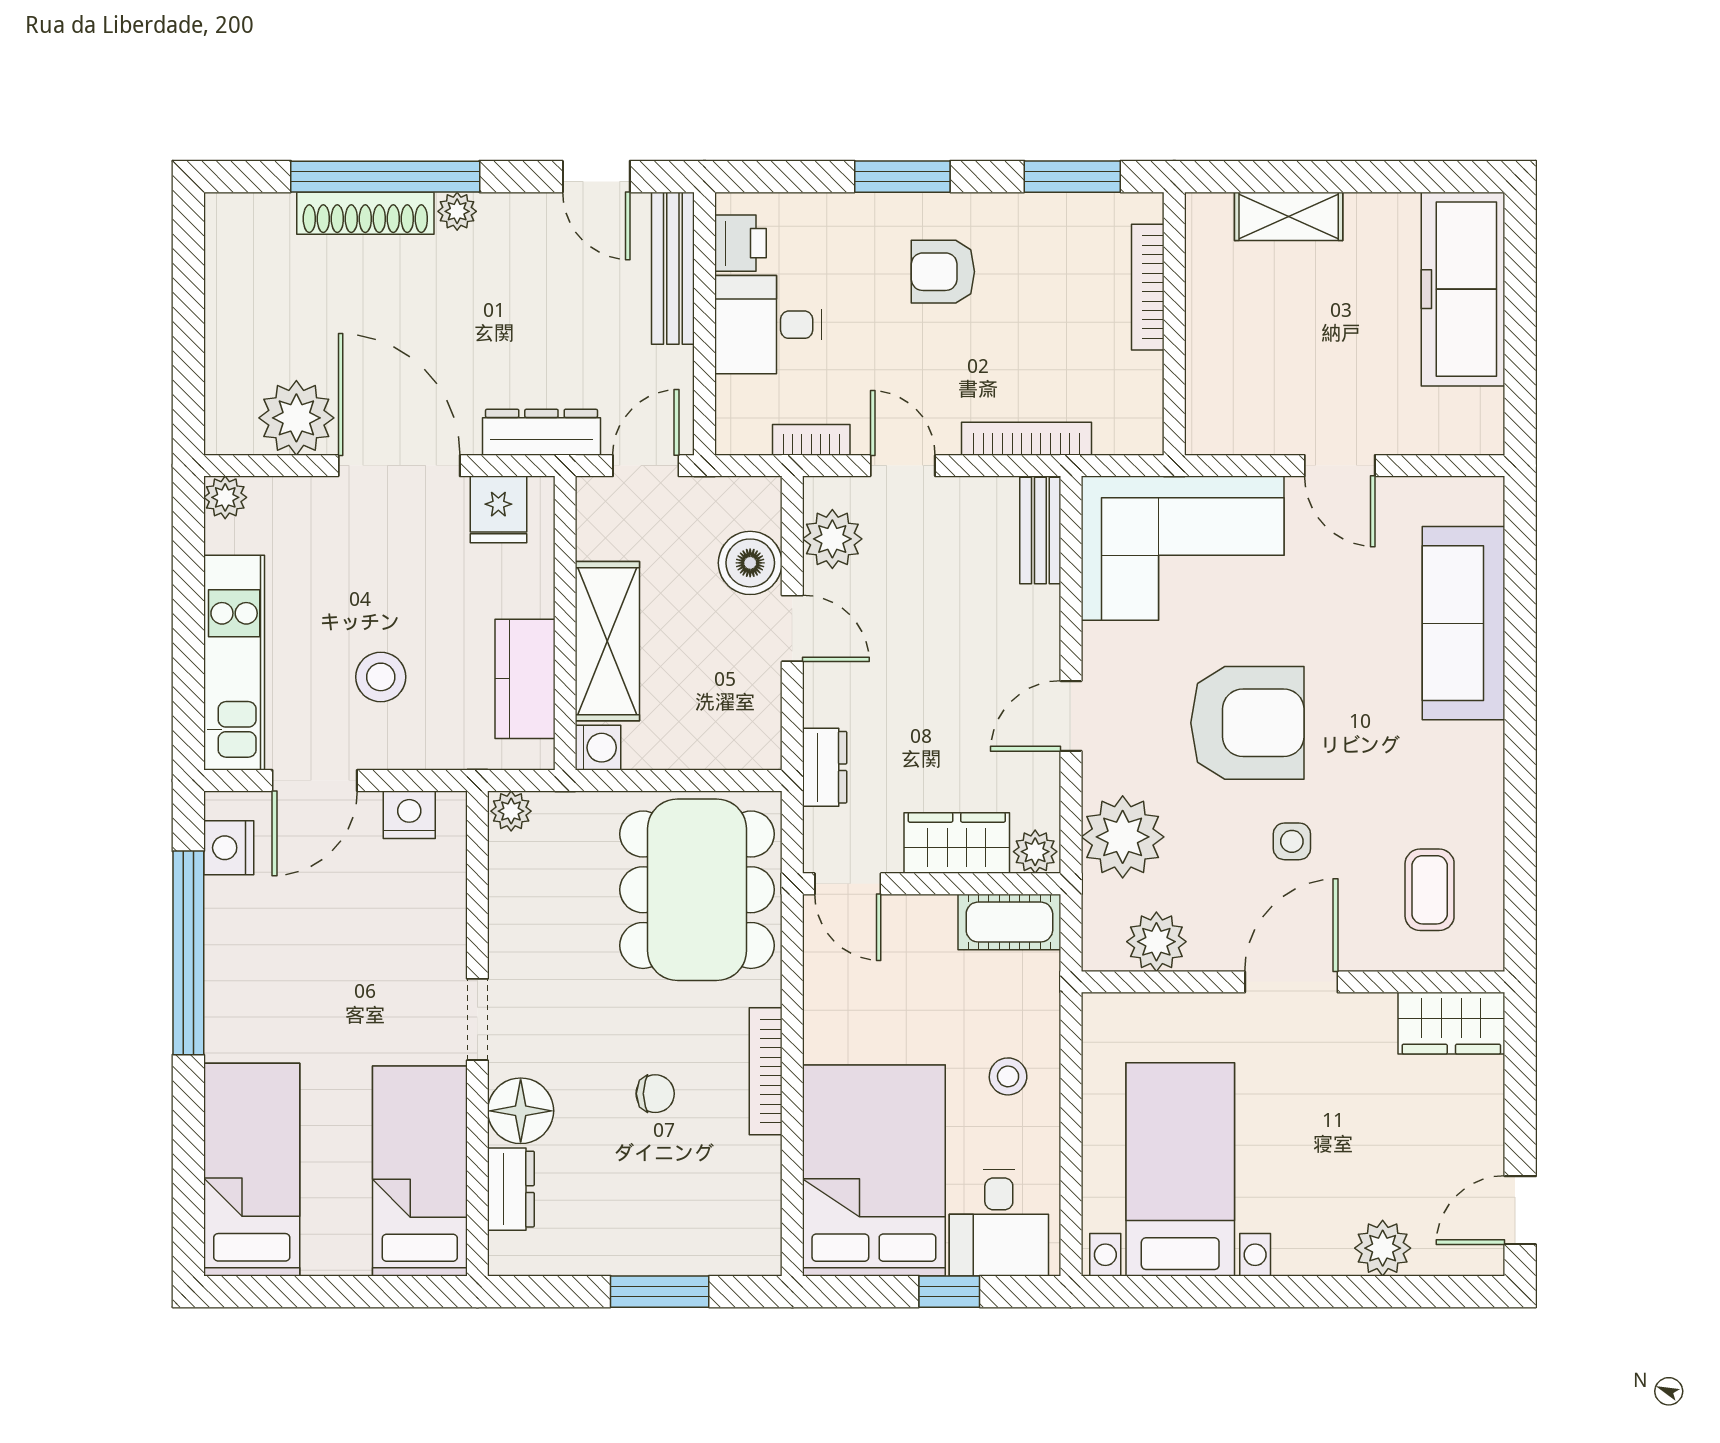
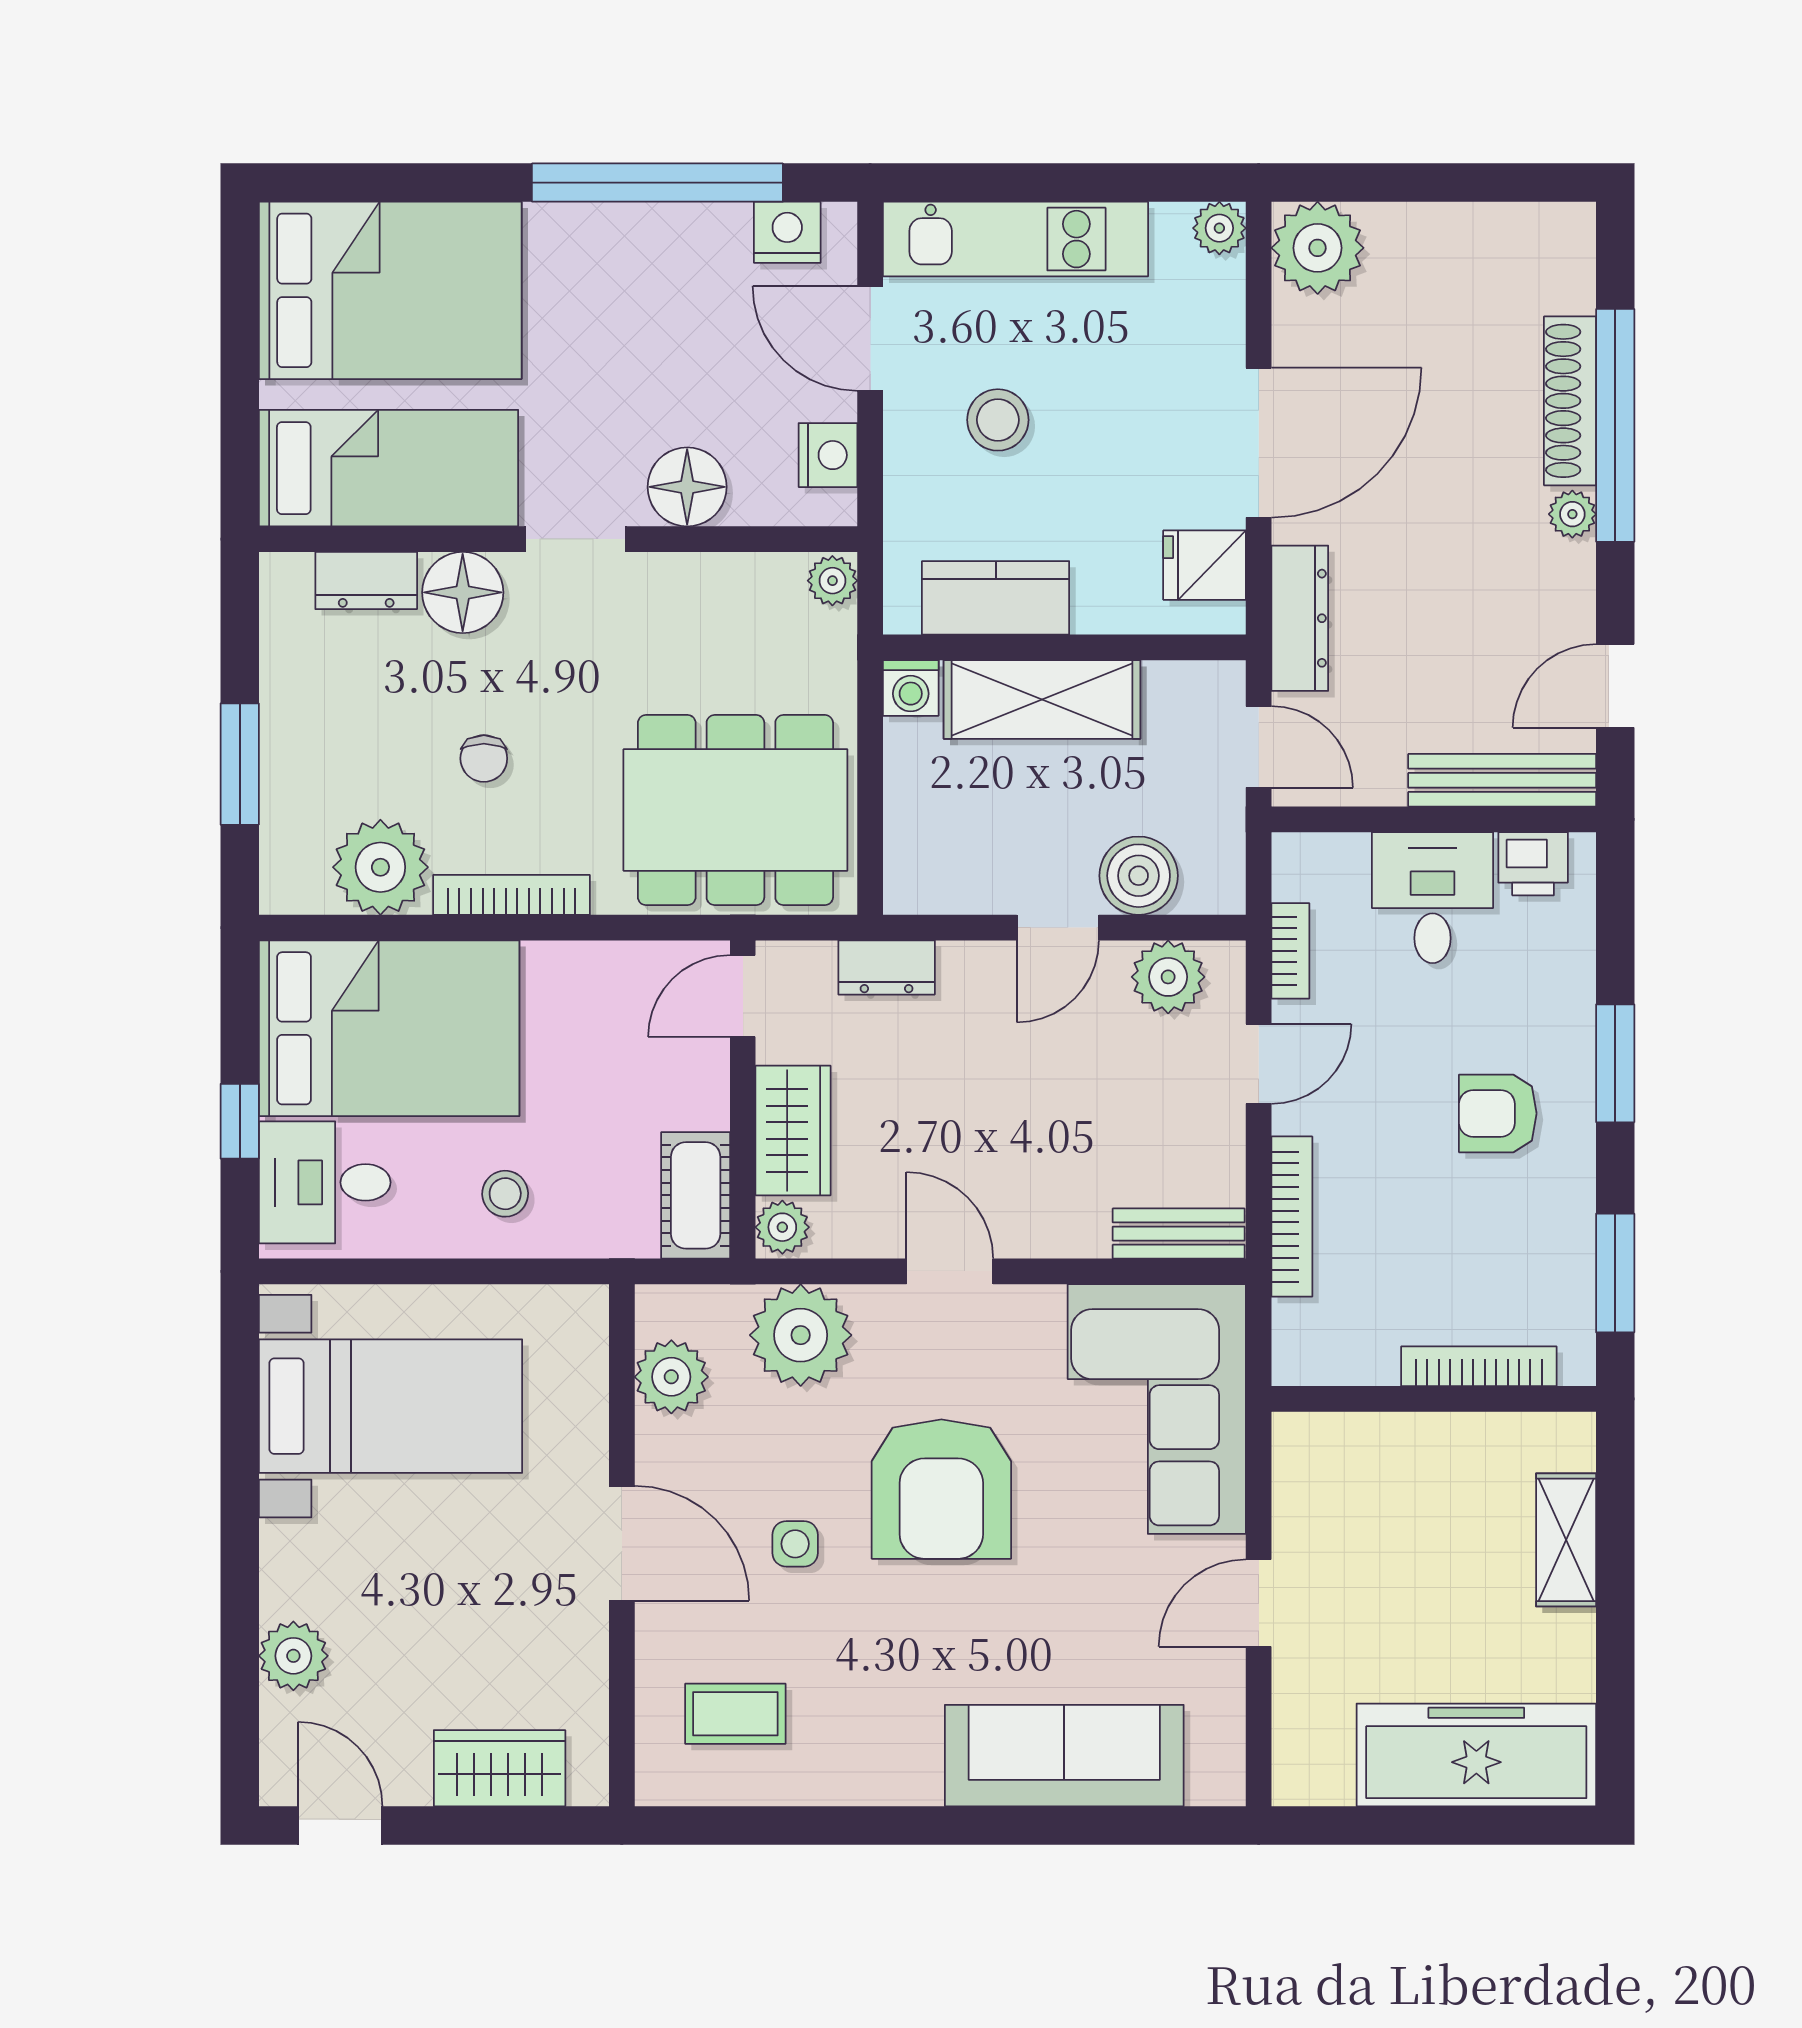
armchair: (943, 272) -> (1498, 1113), turned -90
plant: (296, 418) -> (1318, 248), moved
floor lamp: (435, 929) -> (687, 487), added
wardrobe: (1451, 1023) -> (500, 1768), moved, turned 90
bed: (252, 1170) -> (390, 290), width x1.50
plant: (743, 1177) -> (380, 867), added

